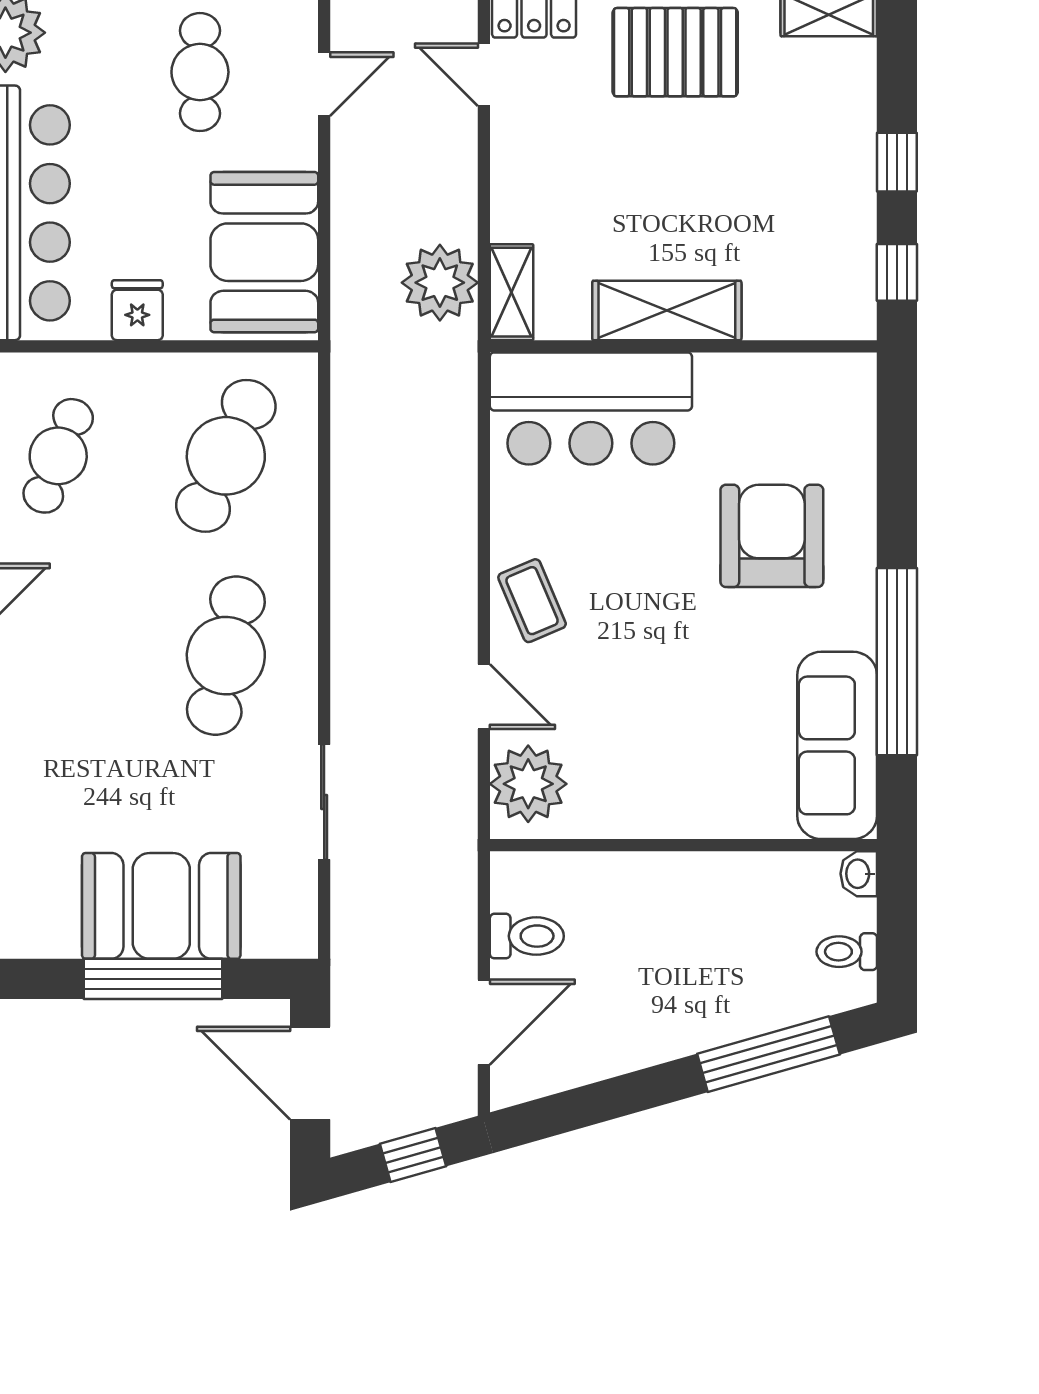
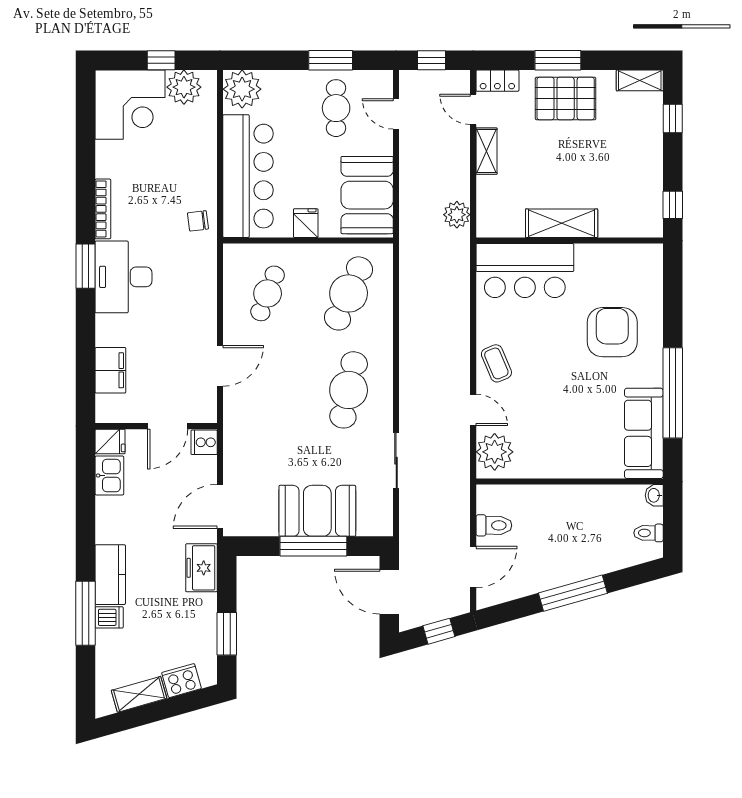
door: (324, 84) -> (396, 114), swing flipped
window: (897, 162) -> (673, 119), moved
plant: (440, 283) -> (457, 215), width x0.73, depth x0.73
shelving: (511, 292) -> (486, 151), moved
window: (768, 1054) -> (573, 593), moved

